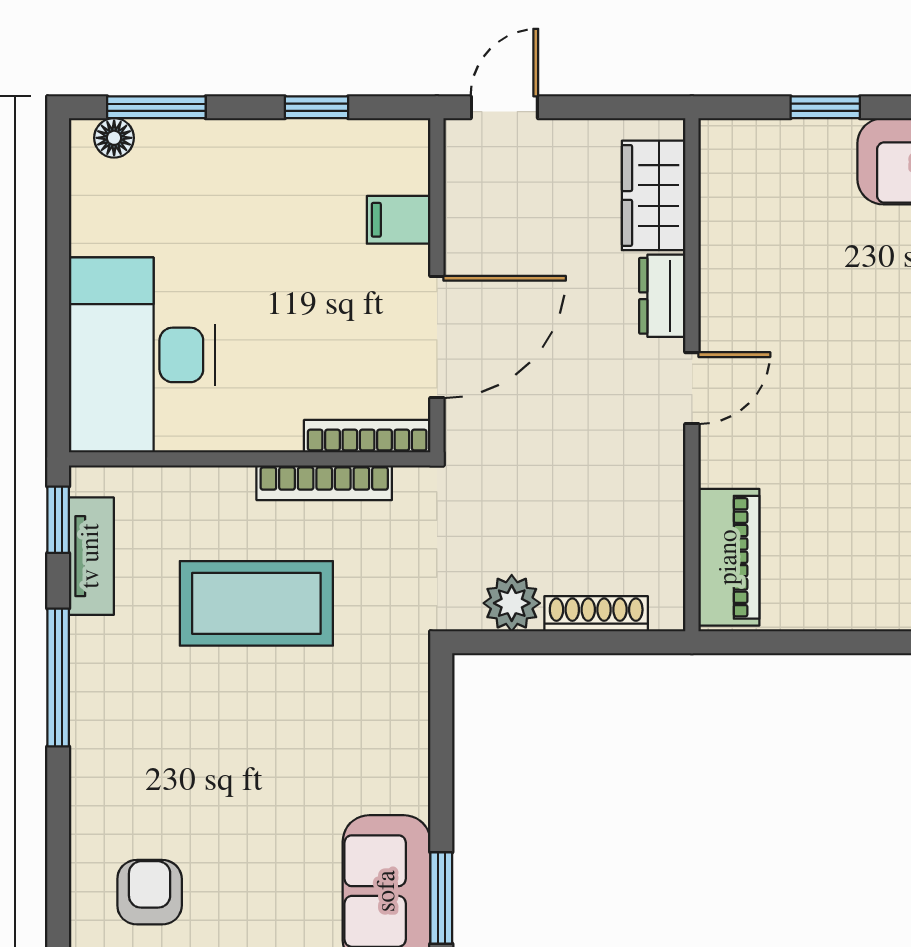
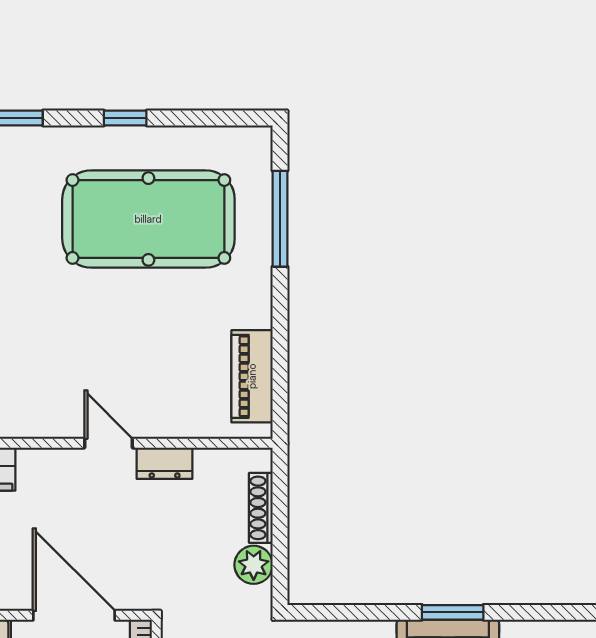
dresser: (662, 296) -> (165, 463), moved
piano: (729, 557) -> (252, 376), moved, turned -90

